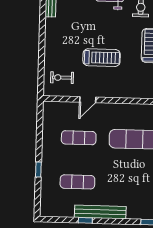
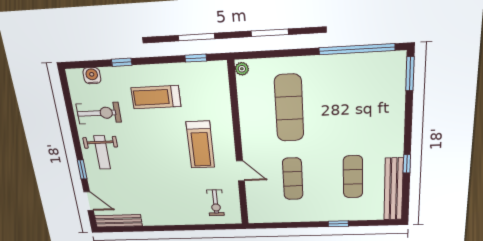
treadmill: (102, 58) -> (200, 145), moved, turned 180
bench: (100, 212) -> (394, 189), moved

